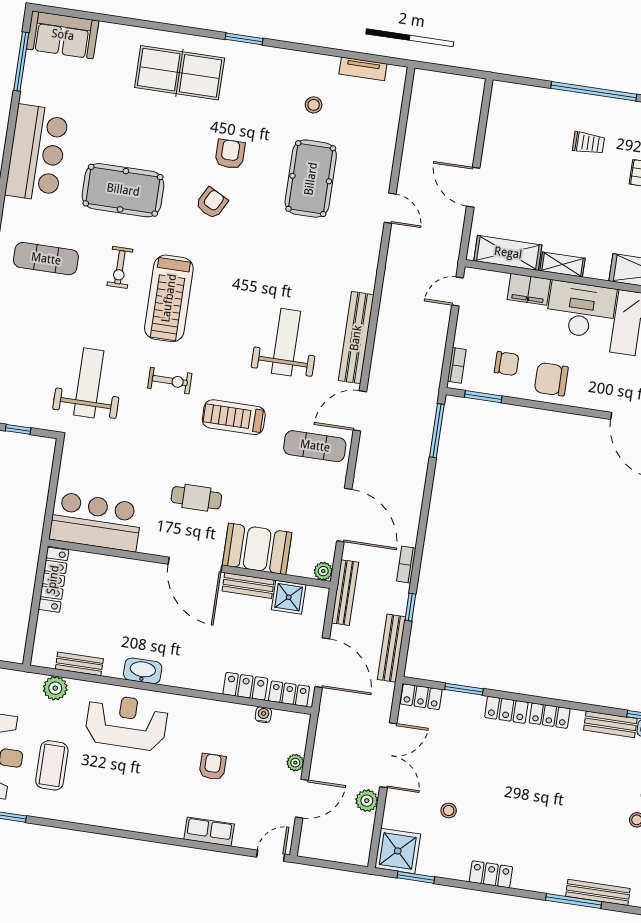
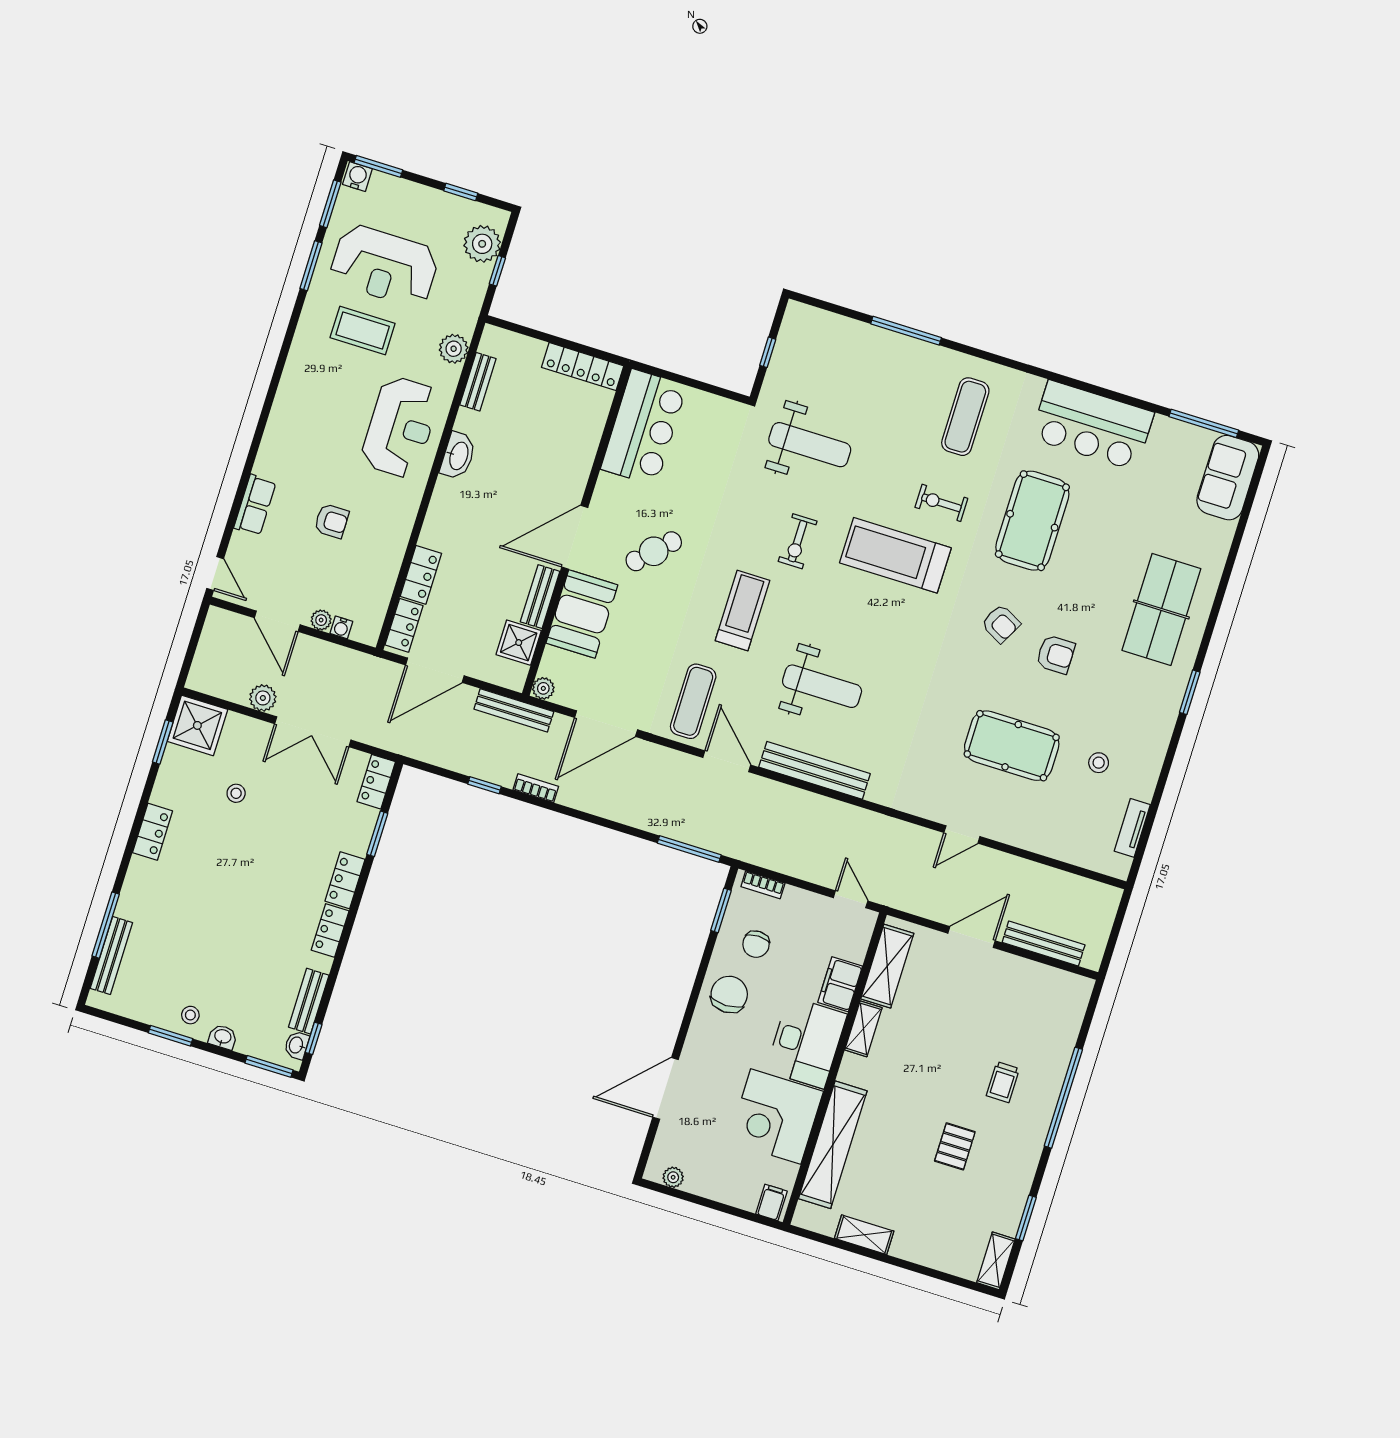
cafe table: (196, 498) -> (654, 551), turned 45
bench: (392, 648) -> (1044, 944), moved
water cooler: (263, 715) -> (341, 627), moved, turned 90

